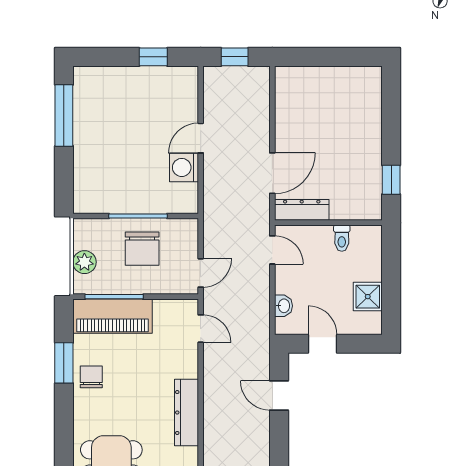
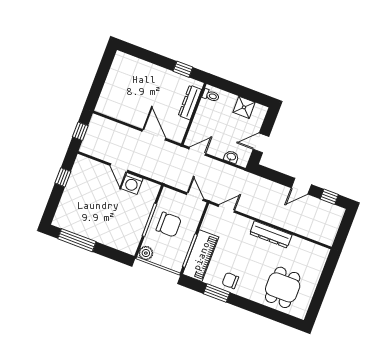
dresser: (302, 210) -> (190, 102), moved
toilet: (342, 238) -> (211, 96), moved
plant: (84, 262) -> (146, 253), moved
door: (279, 396) -> (301, 186), moved

